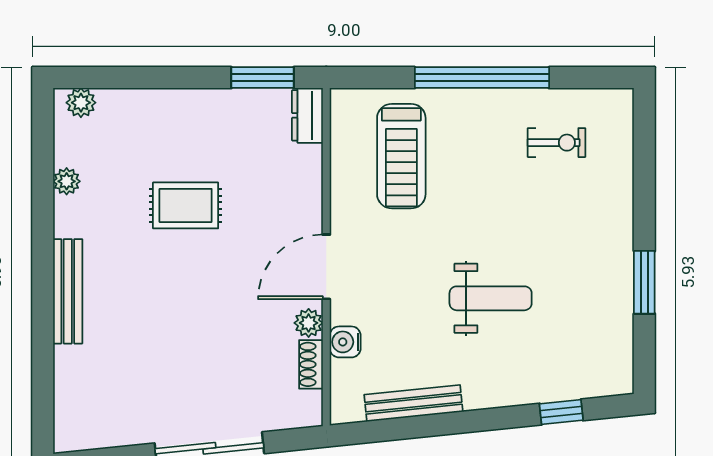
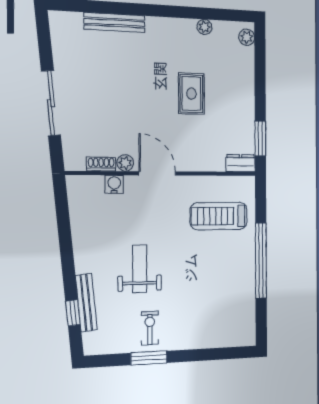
exercise bike: (557, 143) -> (150, 328), moved, turned 180
bench: (68, 291) -> (115, 22), moved
weight bench: (491, 298) -> (140, 269), turned 180
bench: (413, 403) -> (86, 303), moved

